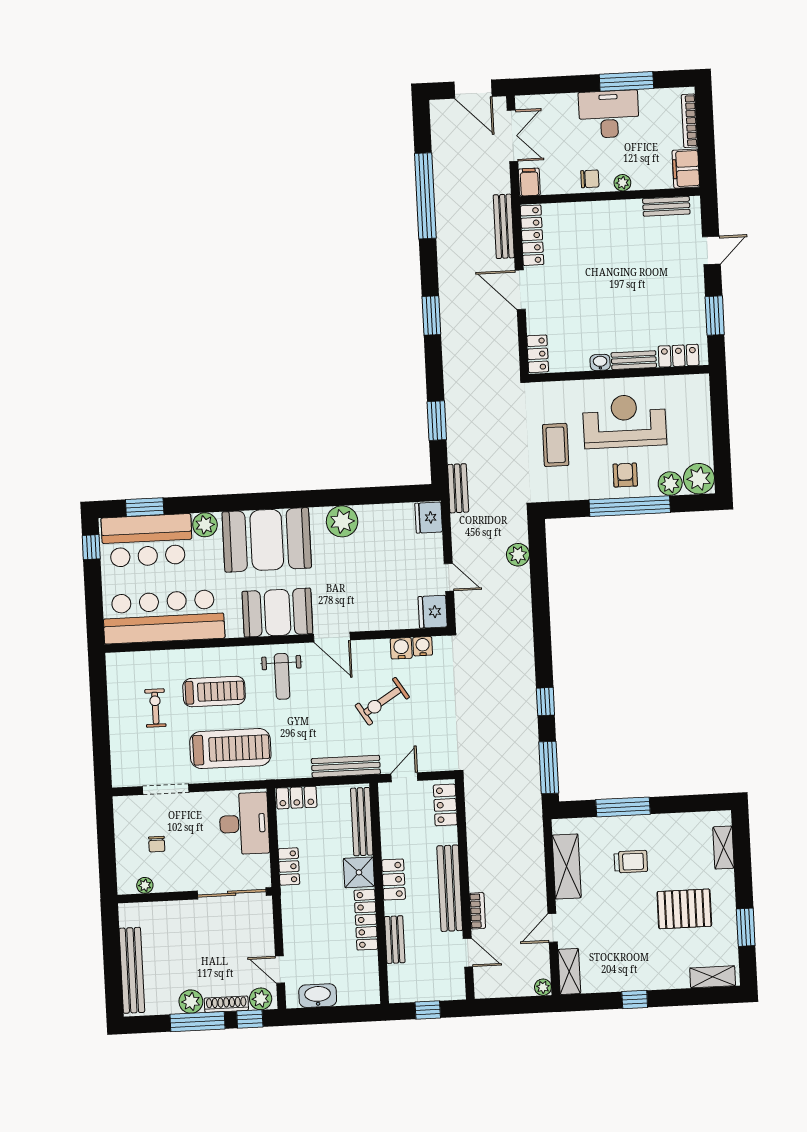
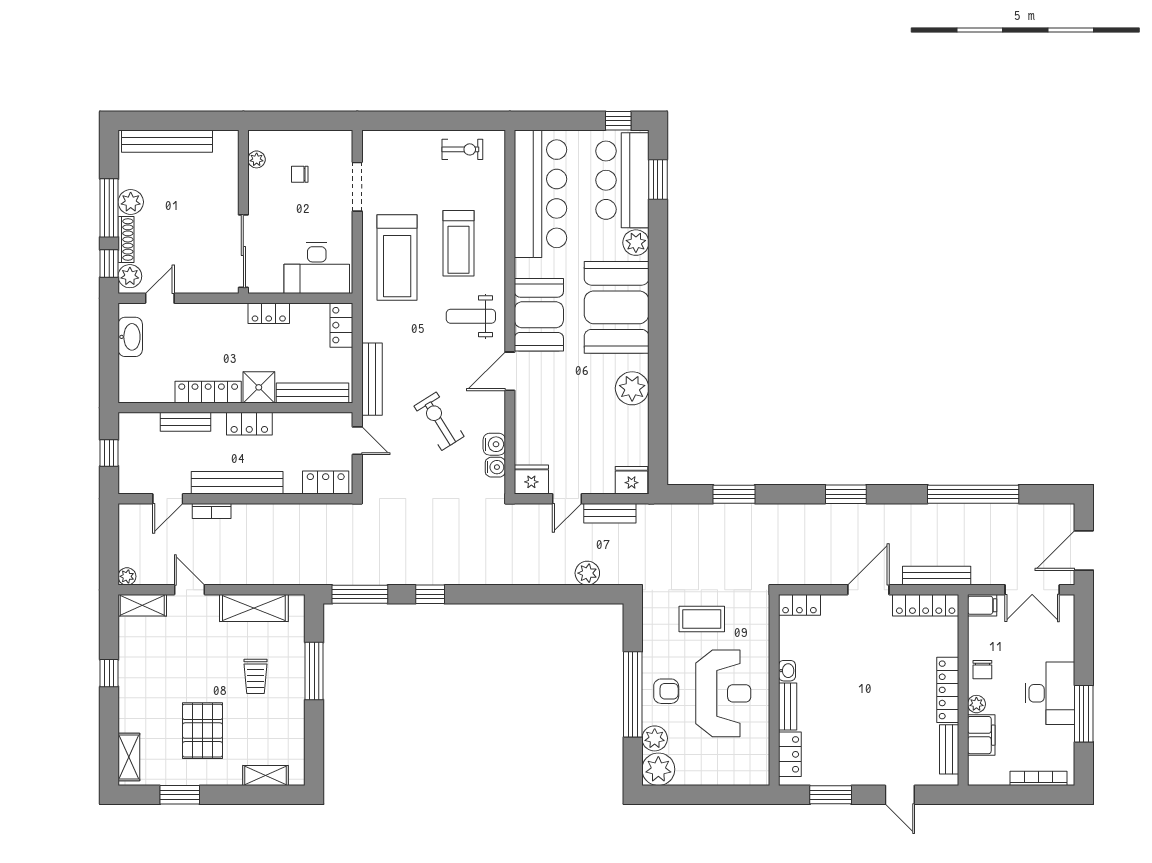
filing cabinet: (686, 169) -> (981, 735), moved, turned 90
locker: (611, 210) -> (948, 690), added
bench: (458, 488) -> (610, 513), moved
exercise bike: (155, 708) -> (462, 149), moved

